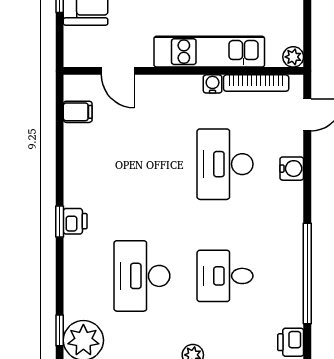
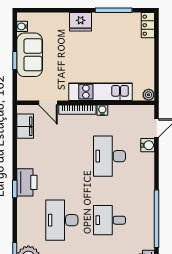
bookcase: (256, 83) -> (77, 110), moved
filing cabinet: (78, 112) -> (25, 126), width x2.00
water cooler: (292, 169) -> (148, 145), moved
printer: (75, 221) -> (27, 182), width x1.87, depth x1.48

